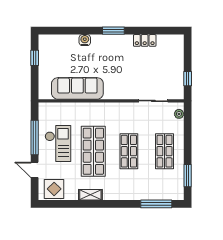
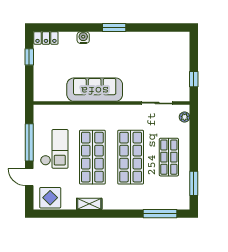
locker: (145, 40) -> (46, 38), moved
sofa: (77, 88) -> (95, 90), moved
shop shelf: (129, 151) -> (131, 157), width x1.43, depth x1.36

